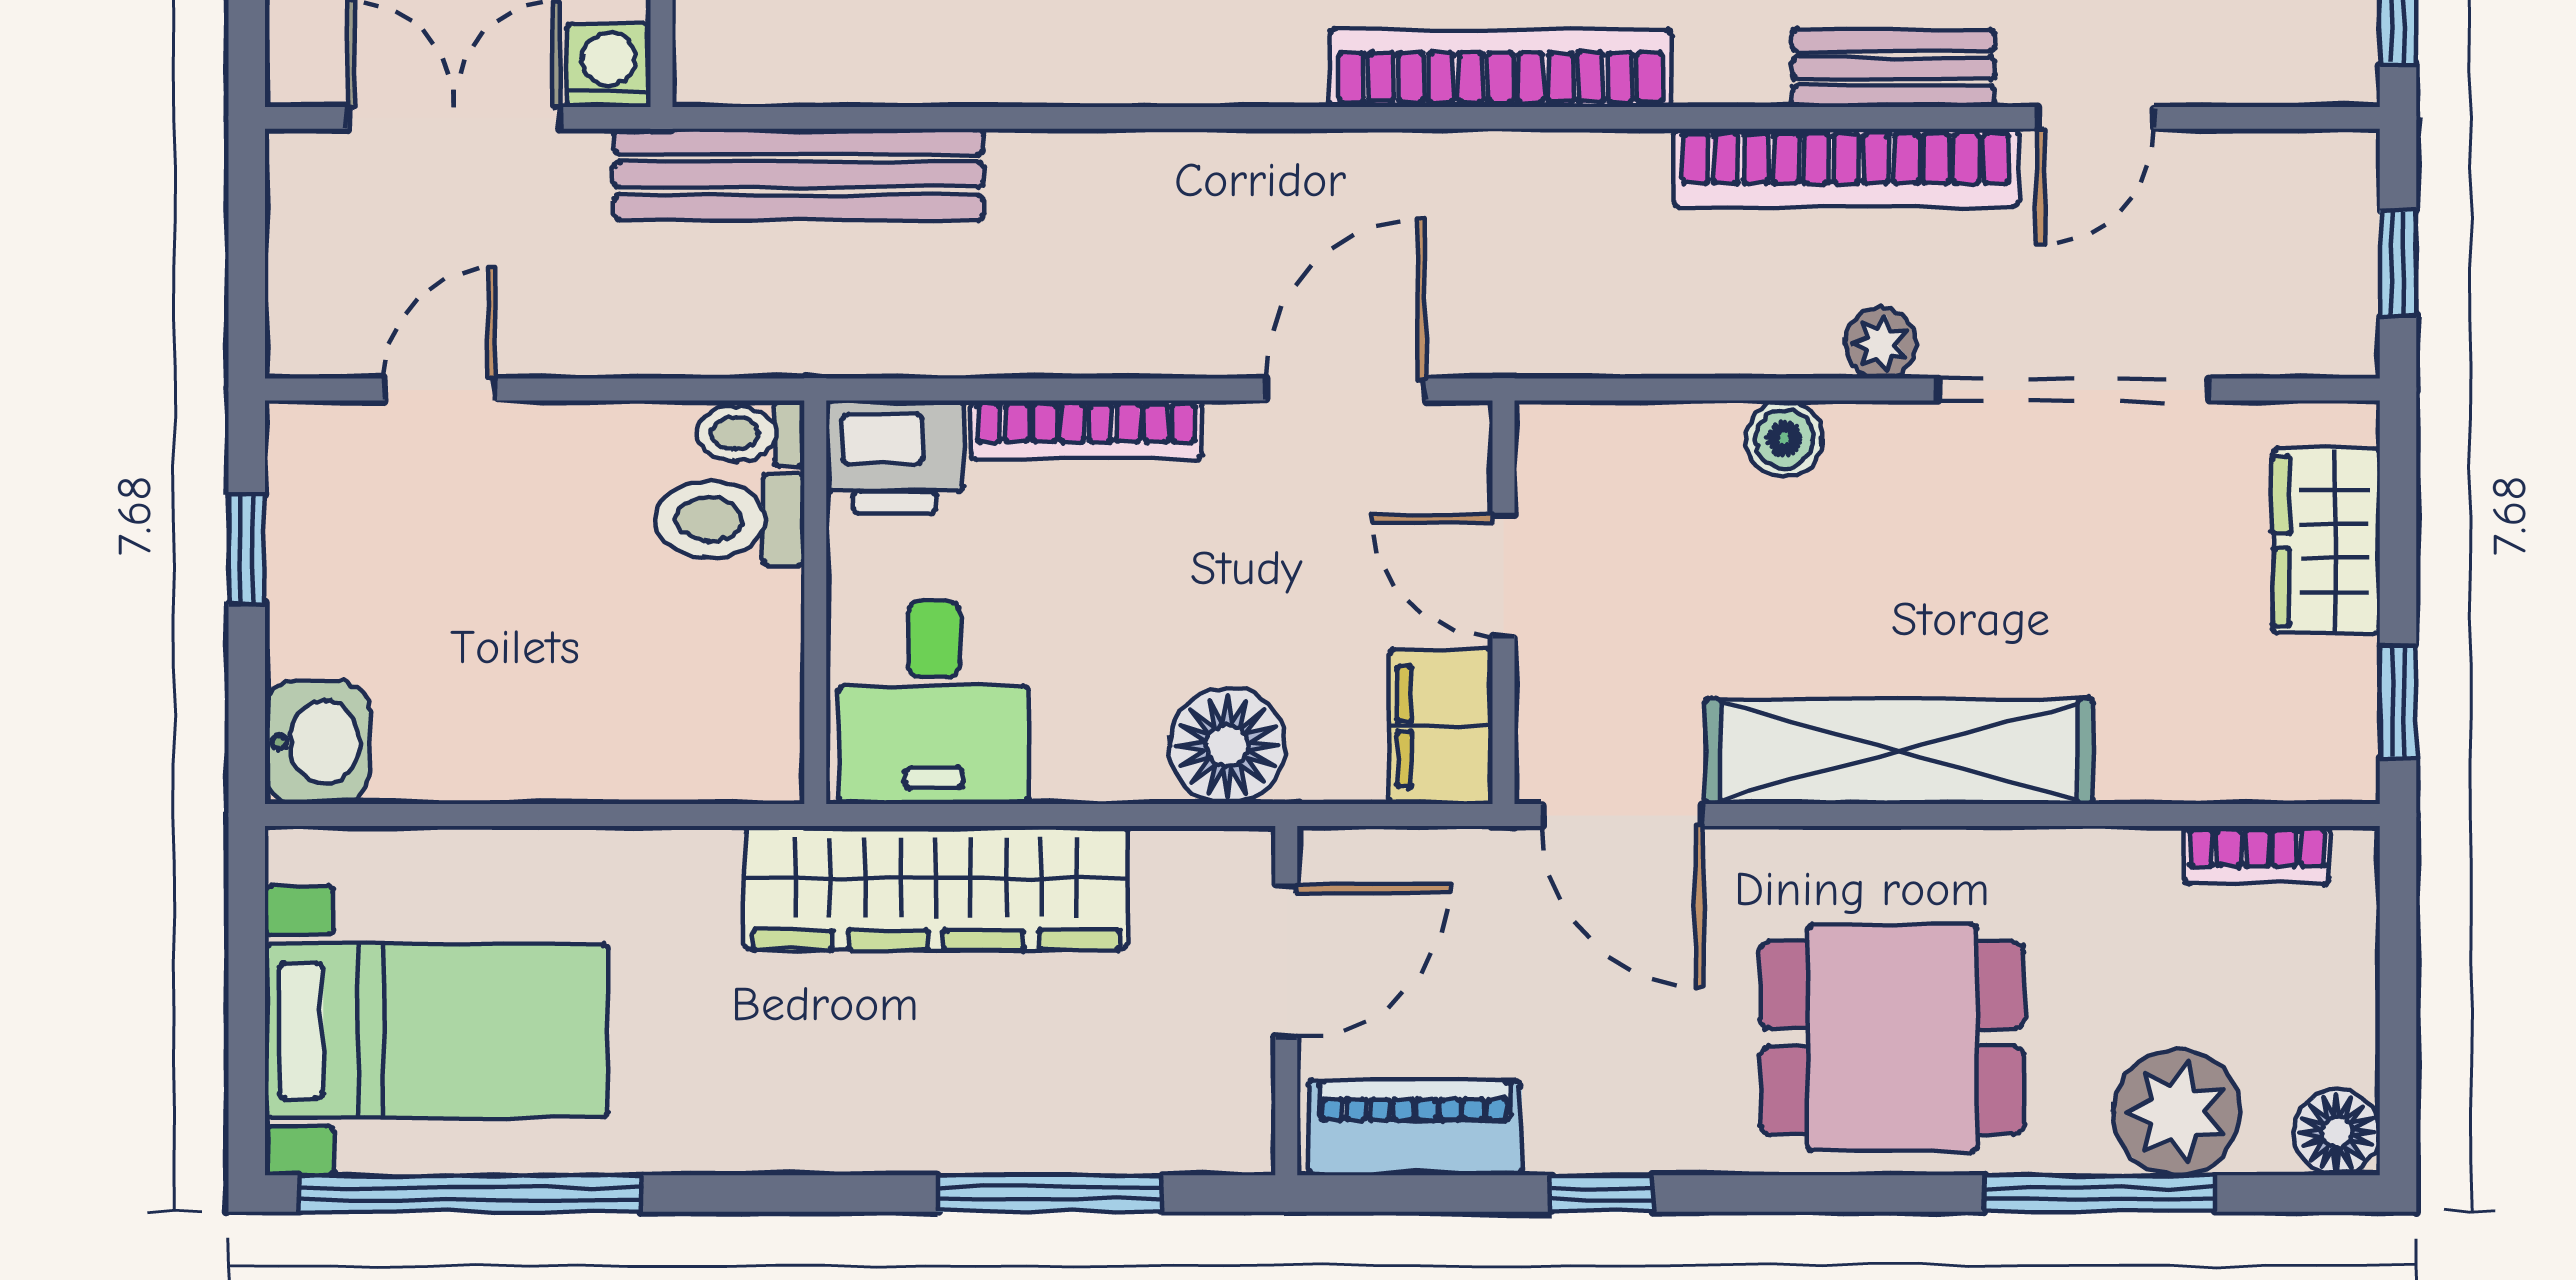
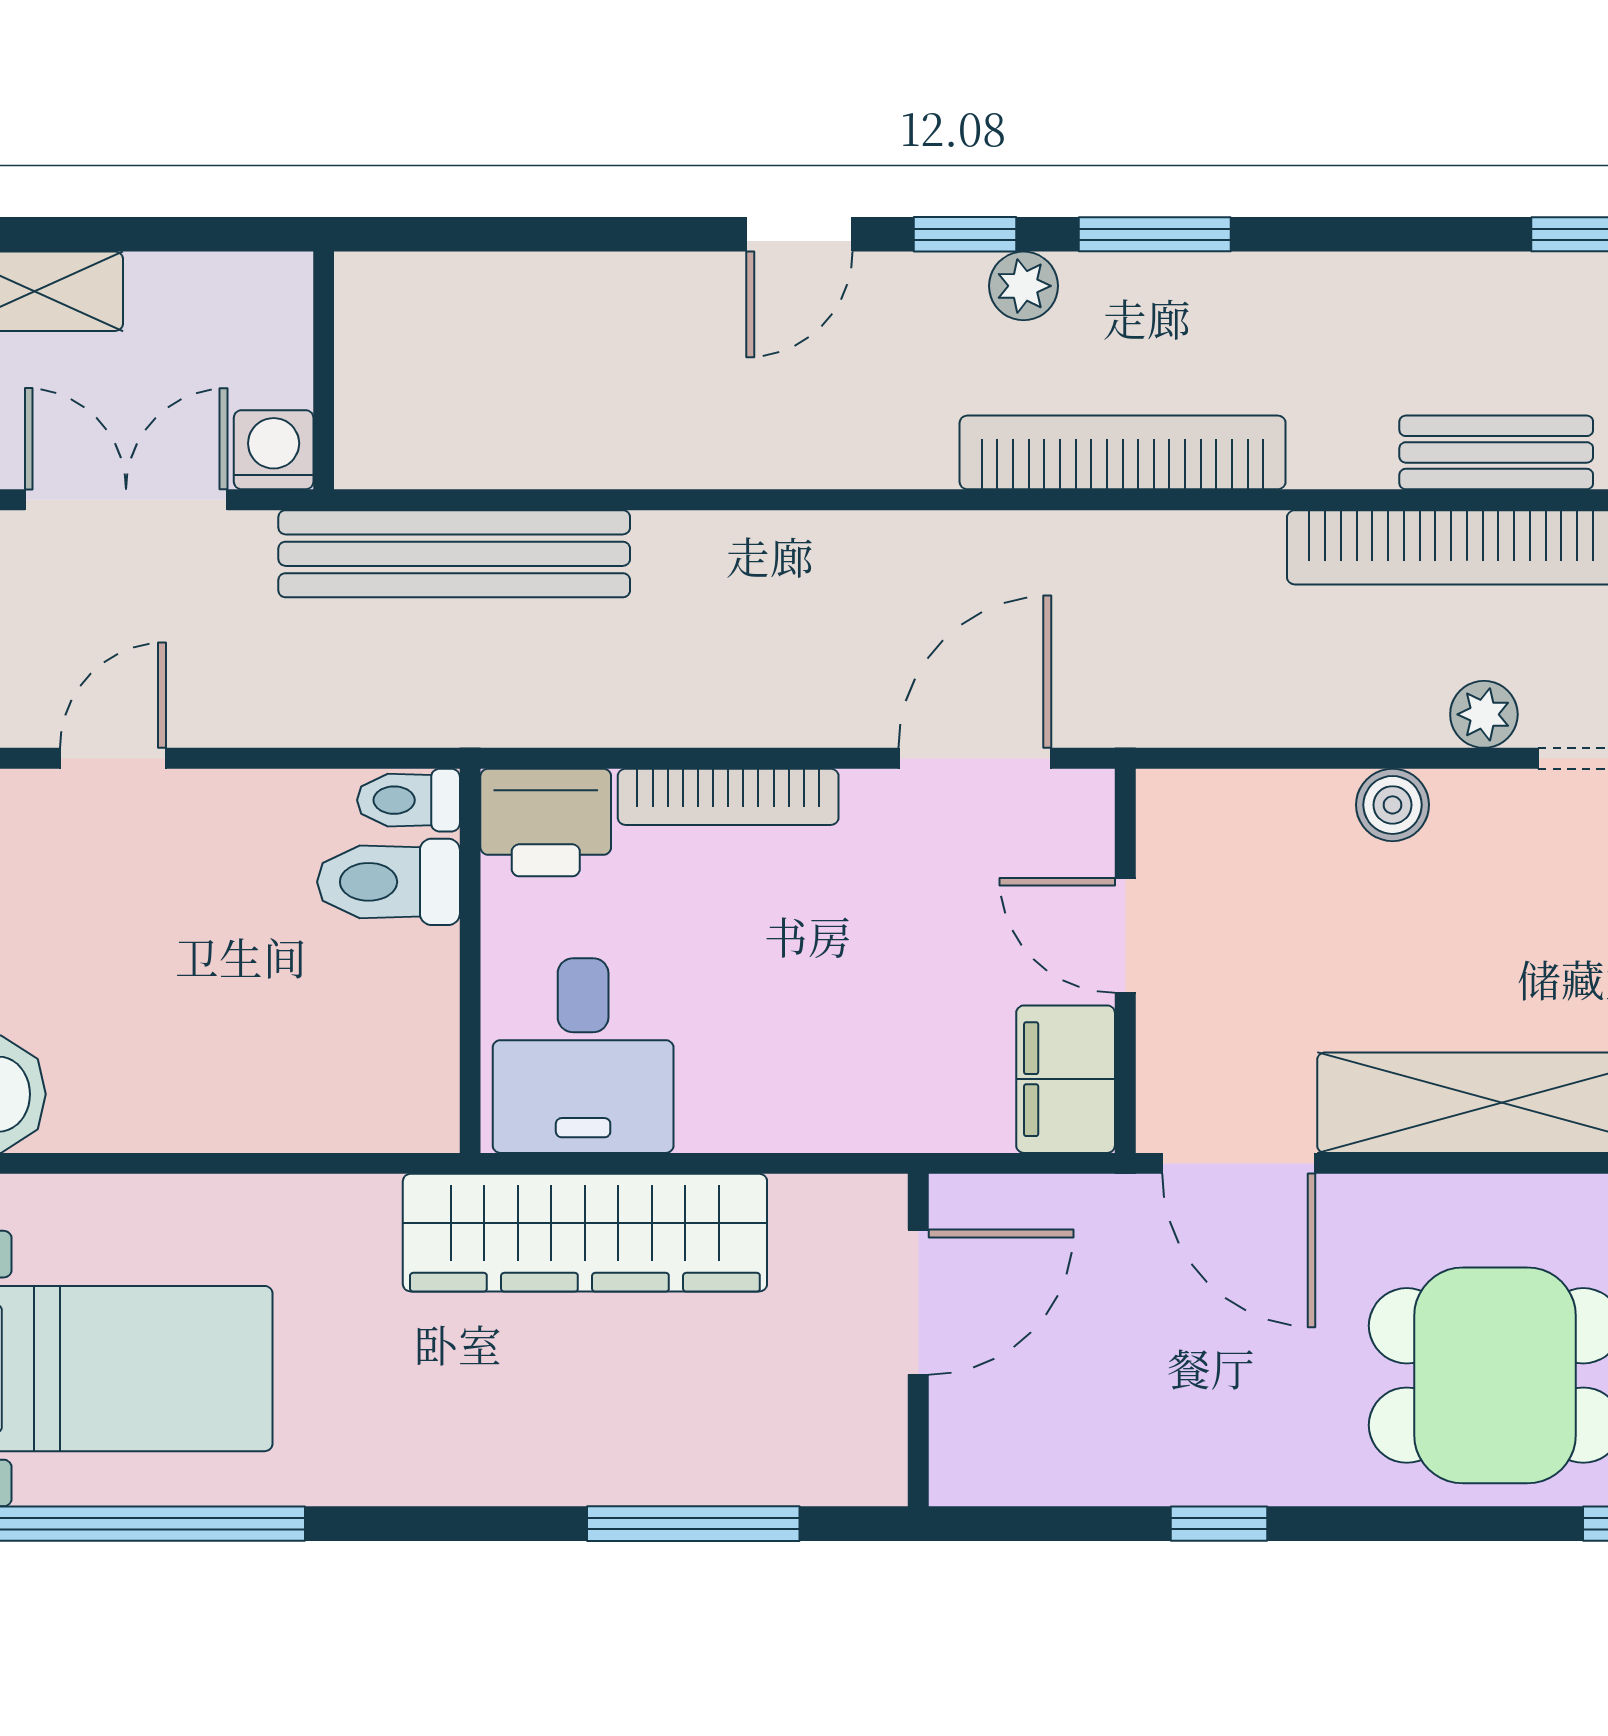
floor lamp: (1227, 746) -> (862, 1098), removed
piano: (1415, 1128) -> (1041, 1461), removed

